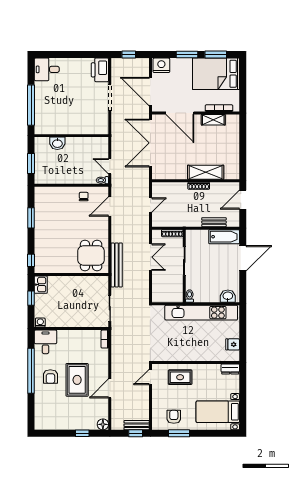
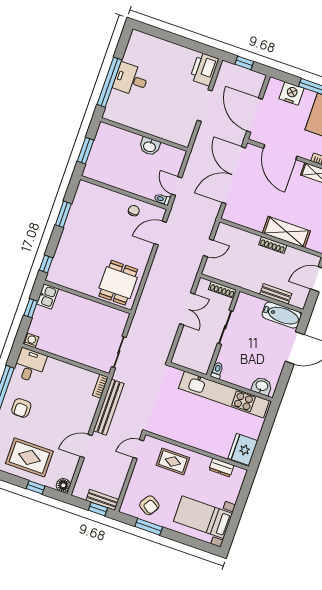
nightstand: (161, 65) -> (292, 93), moved
desk: (47, 69) -> (131, 79), moved
washbasin: (57, 143) -> (150, 146), moved
bench: (117, 265) -> (109, 407), moved
fridge: (233, 344) -> (243, 449), width x1.88, depth x1.34
dresser: (230, 369) -> (221, 468), moved
rug: (77, 380) -> (29, 457), moved, turned 90
armchair: (174, 417) -> (149, 505), turned 122

